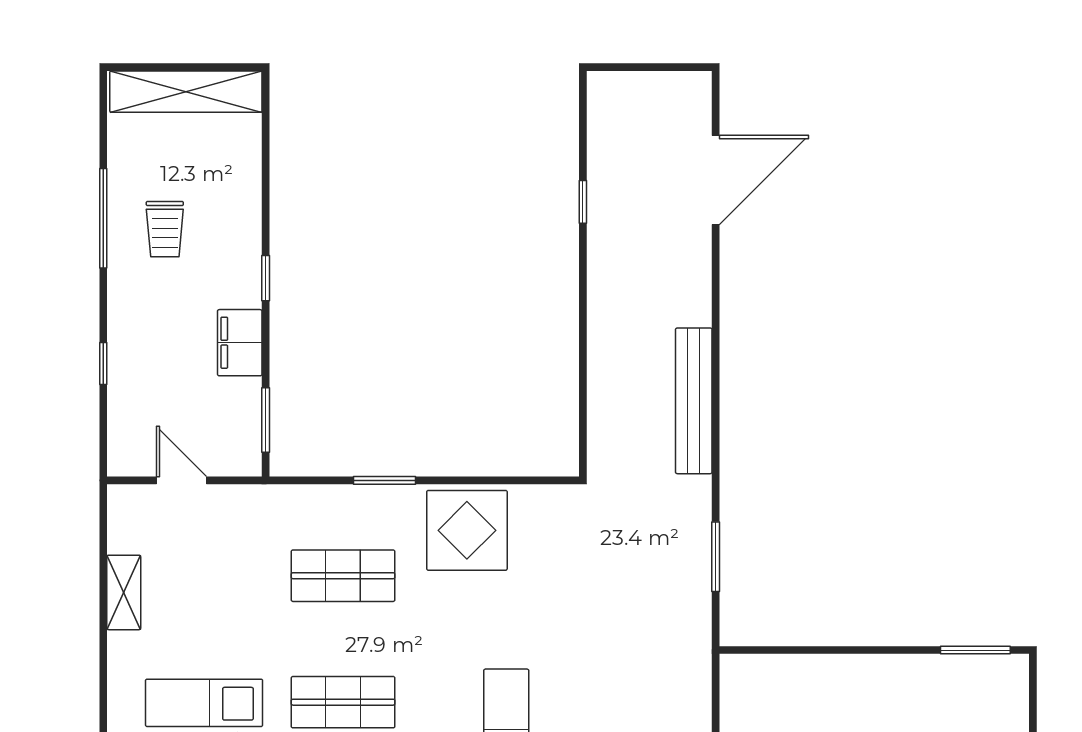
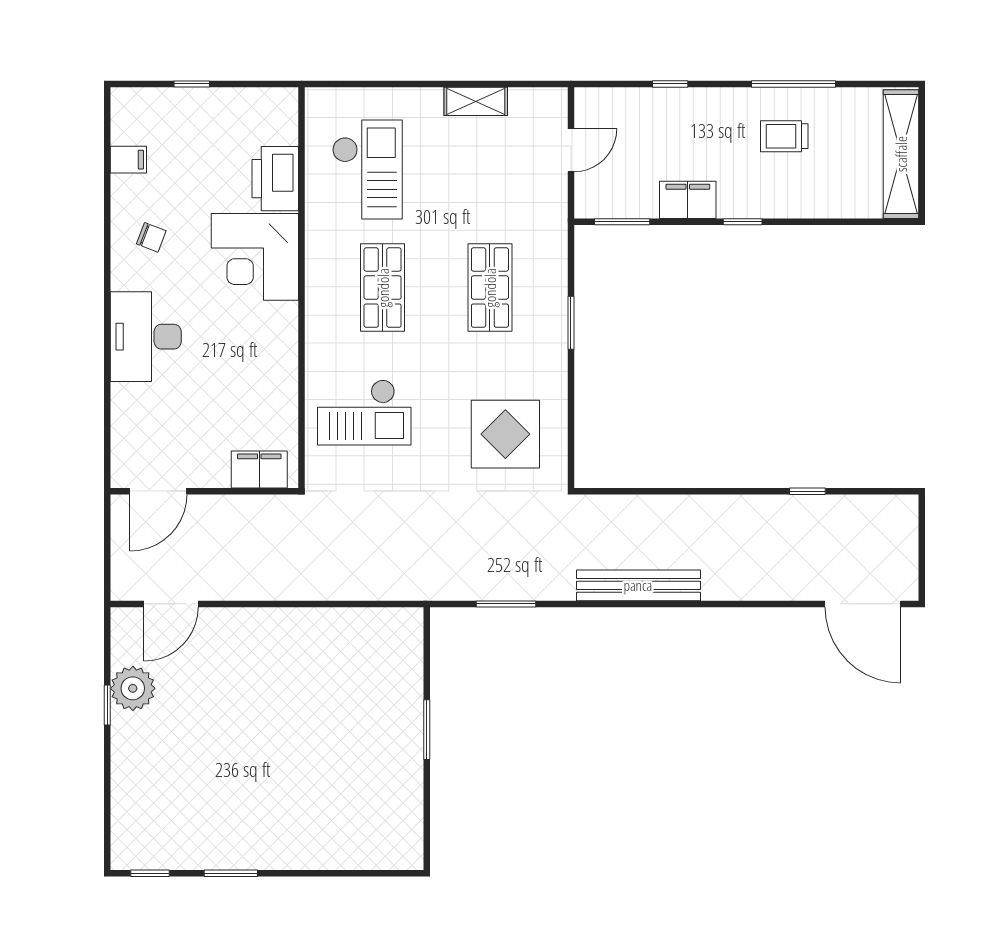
door: (716, 180) -> (863, 604), moved
display table: (467, 530) -> (505, 434), moved
window: (975, 650) -> (427, 730), moved

